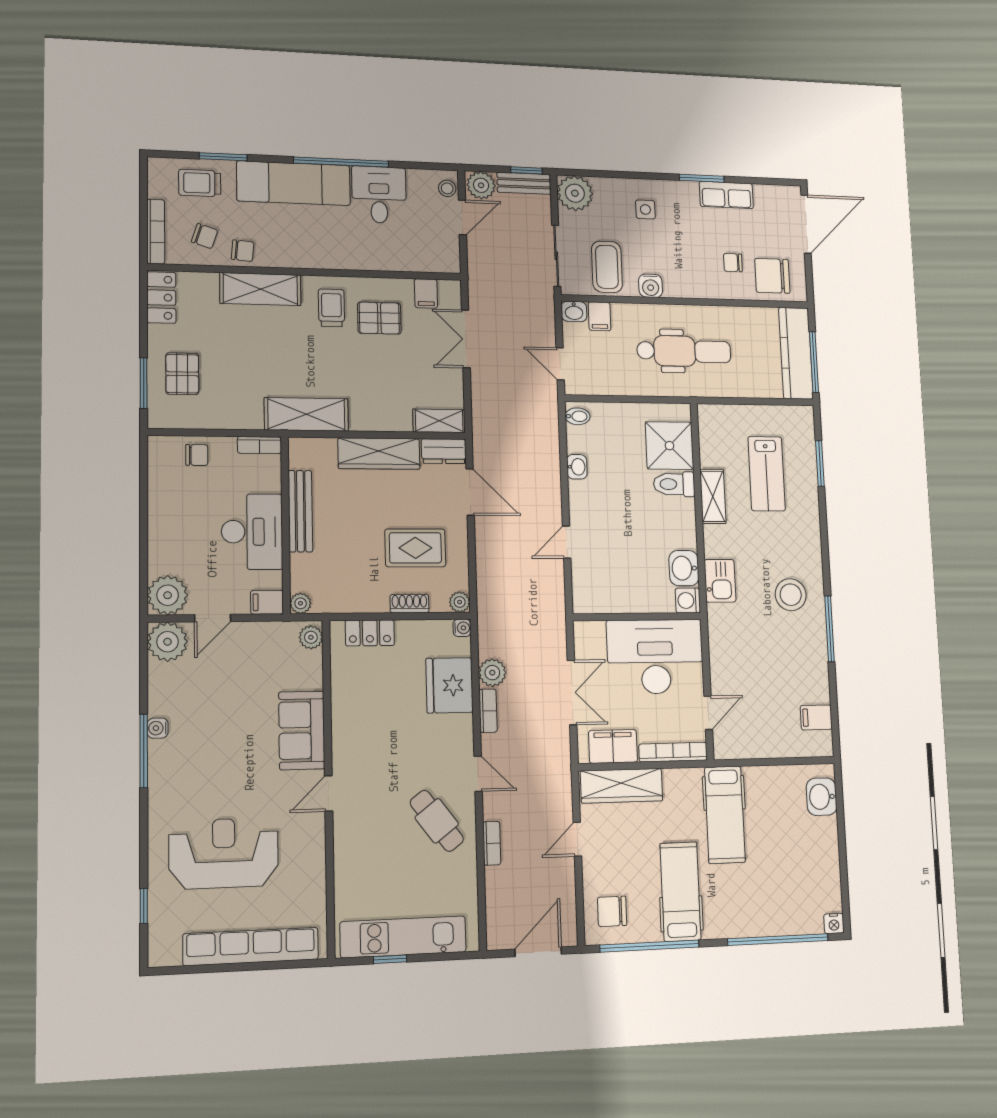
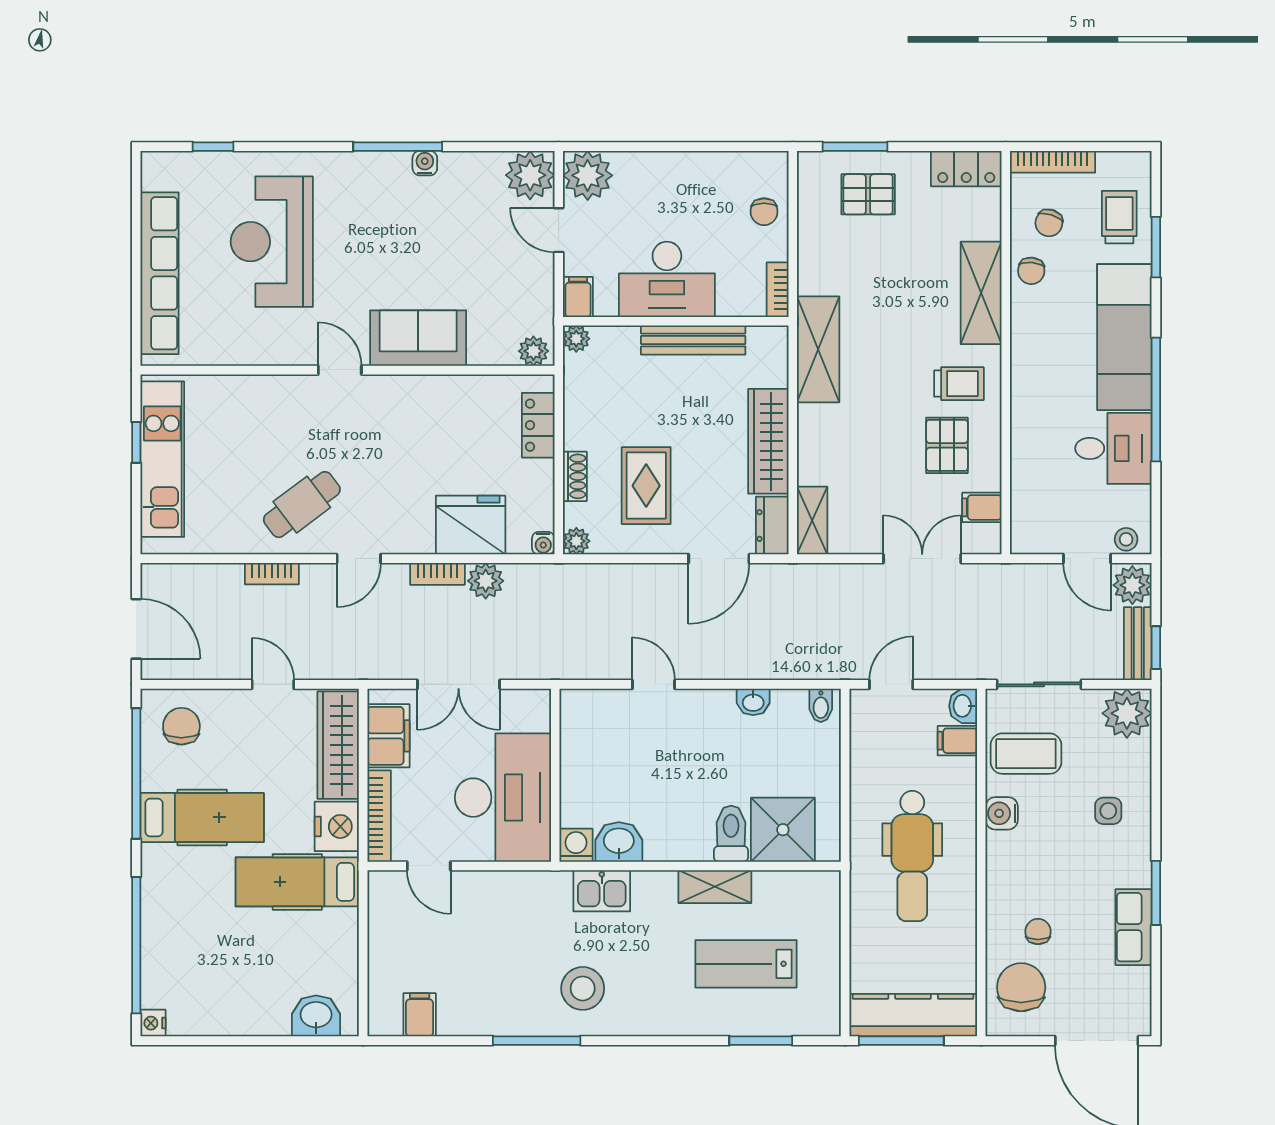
nightstand: (682, 785) -> (337, 826), added
reception desk: (224, 853) -> (272, 242), turned 180

